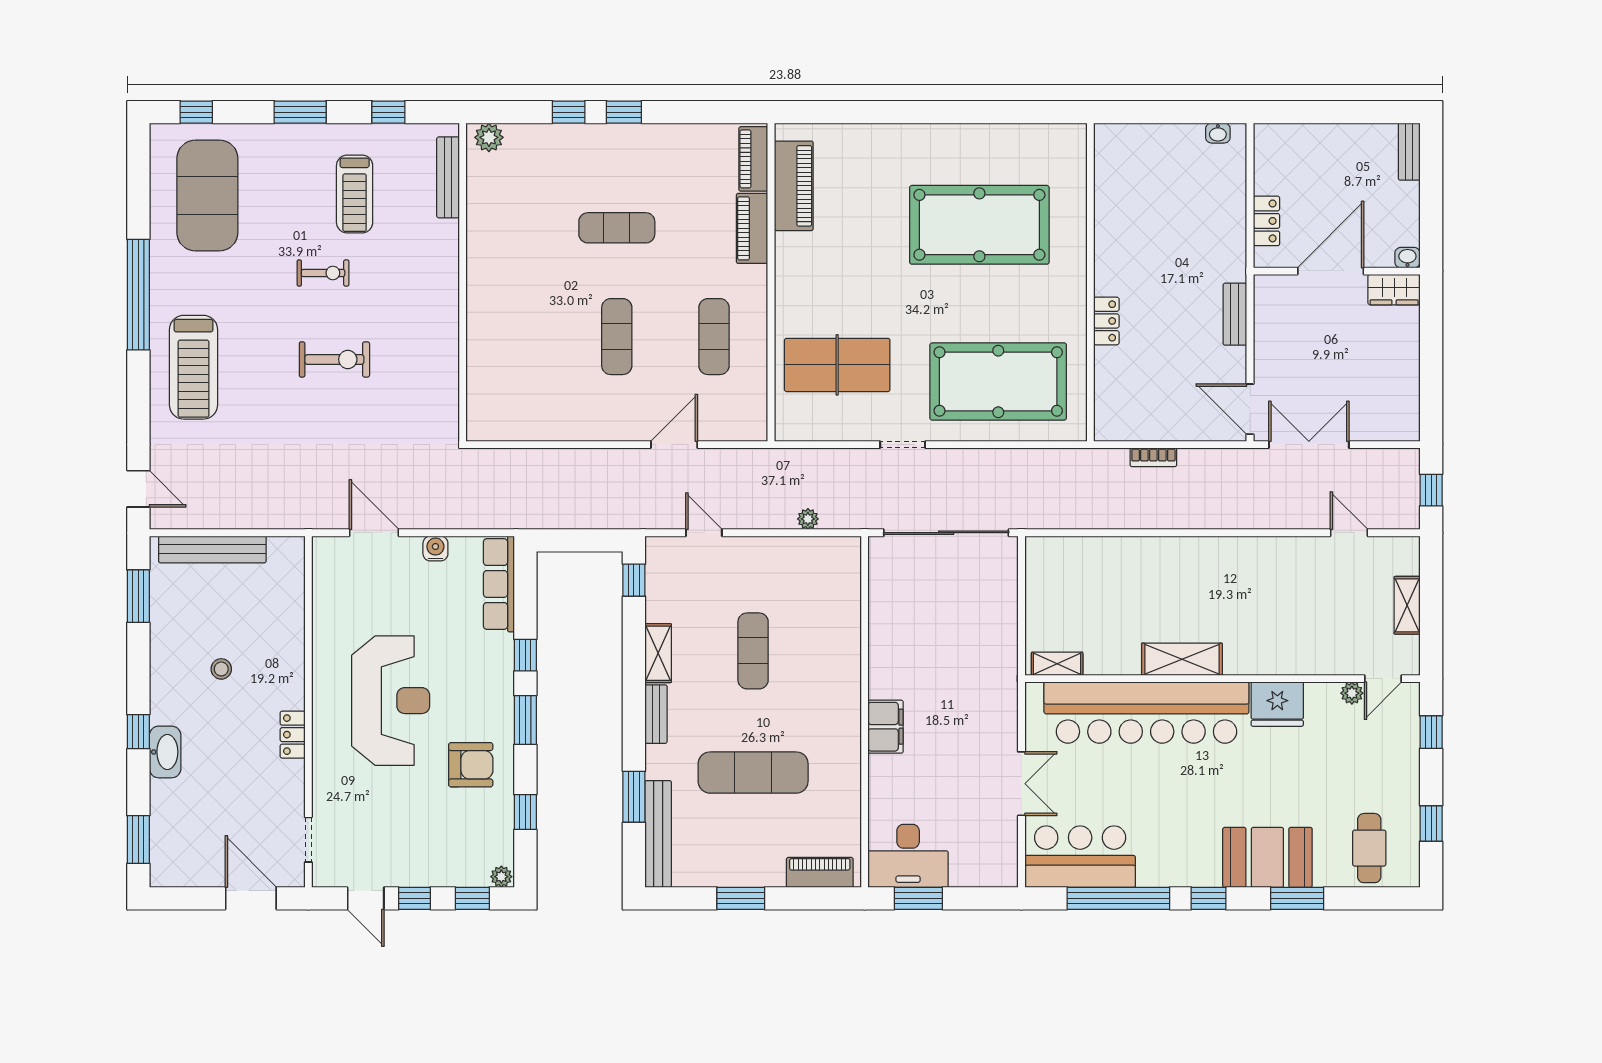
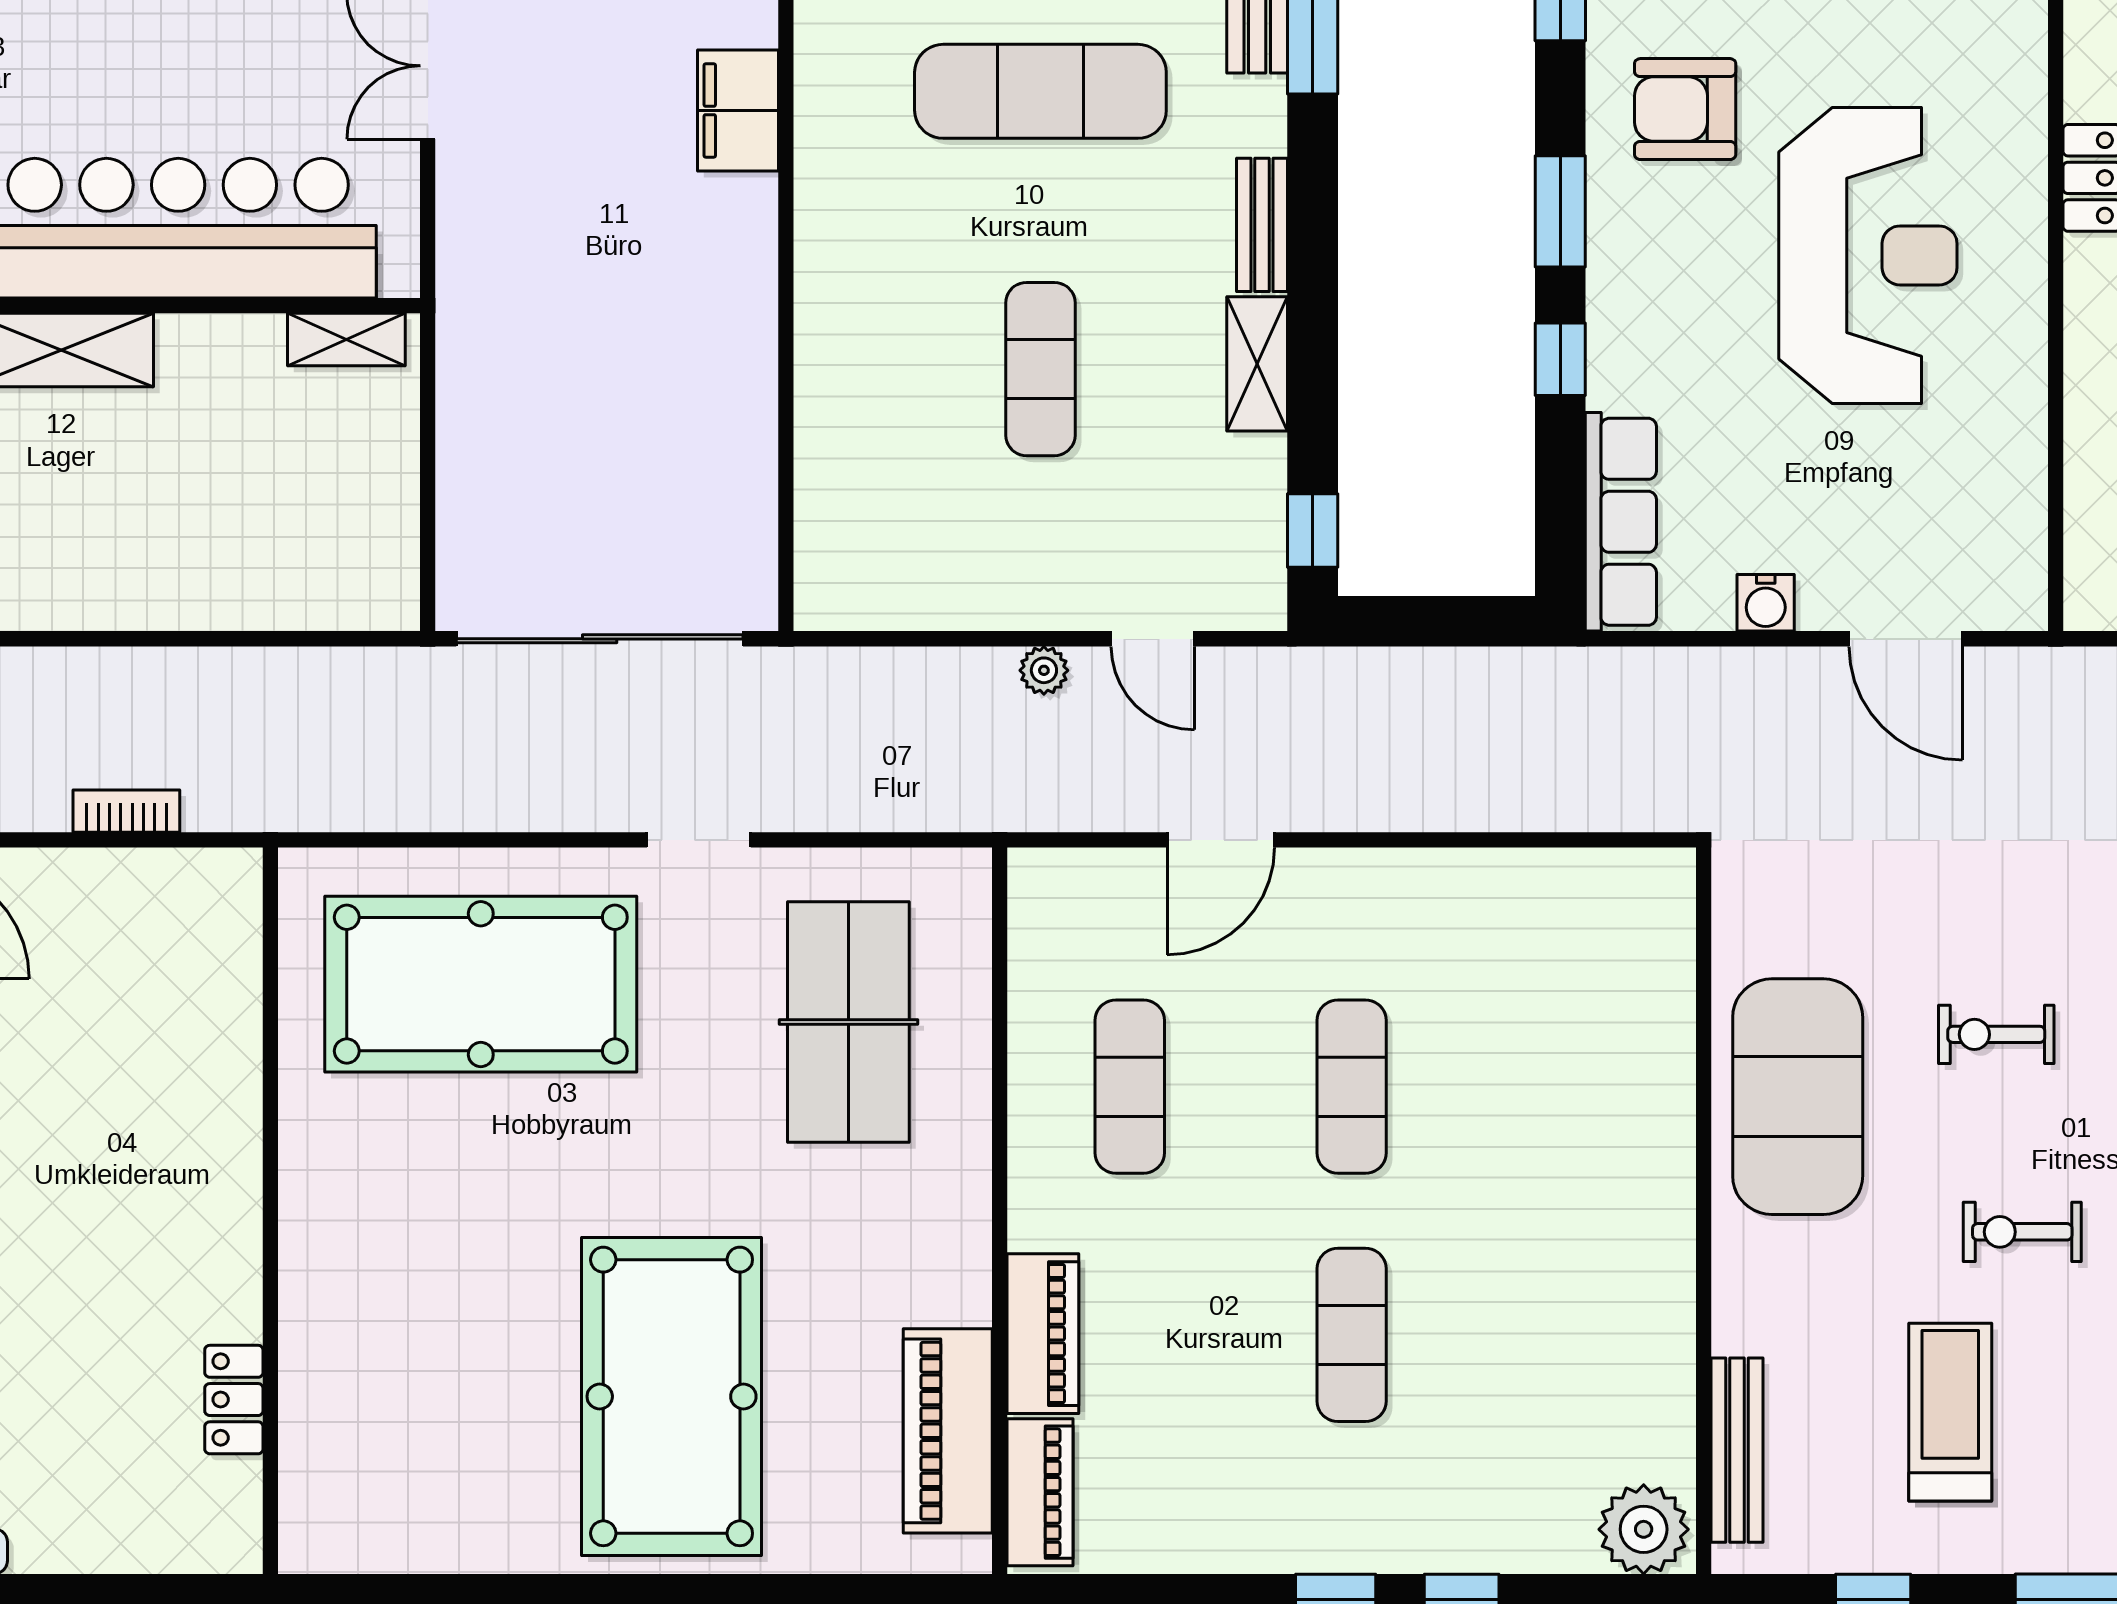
plant: (489, 137) -> (1644, 1529), width x1.36, depth x1.36
pool table: (979, 225) -> (672, 1396), moved, turned 90
exercise mat: (617, 228) -> (1352, 1335), turned 90
locker: (1106, 321) -> (234, 1400), moved
exercise mat: (421, 332) -> (1798, 1097), added
exercise bike: (334, 359) -> (1996, 1034), width x0.73, depth x0.72
table tennis table: (837, 365) -> (848, 1022), turned 90
plant: (808, 519) -> (1044, 670), moved
reception desk: (391, 701) -> (1868, 255), turned 180
filing cabinet: (886, 727) -> (738, 110), moved

